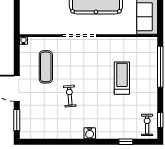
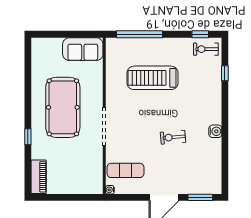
exercise mat: (46, 67) -> (125, 170), moved
treadmill: (122, 78) -> (153, 78), width x1.37, depth x1.38
water cooler: (90, 133) -> (215, 131), moved

